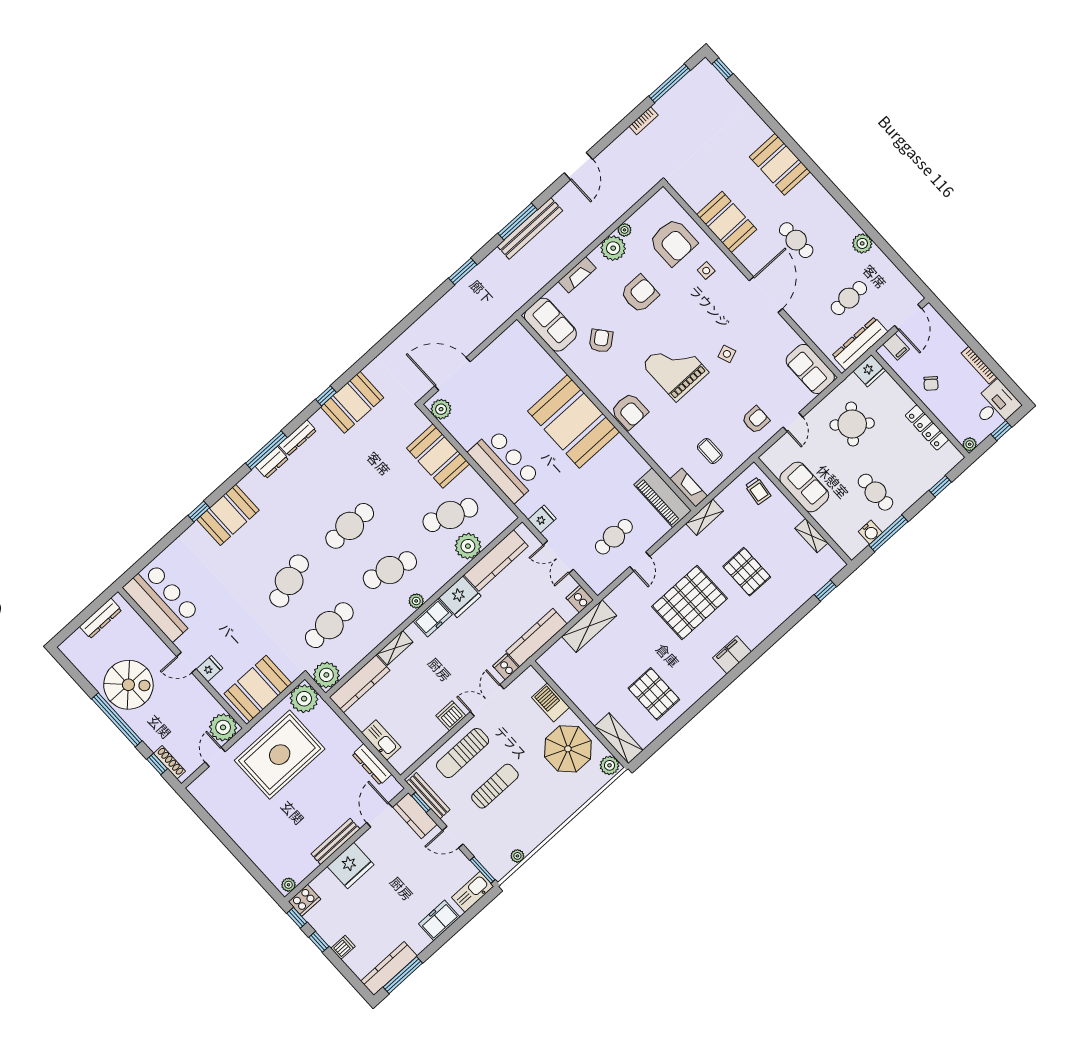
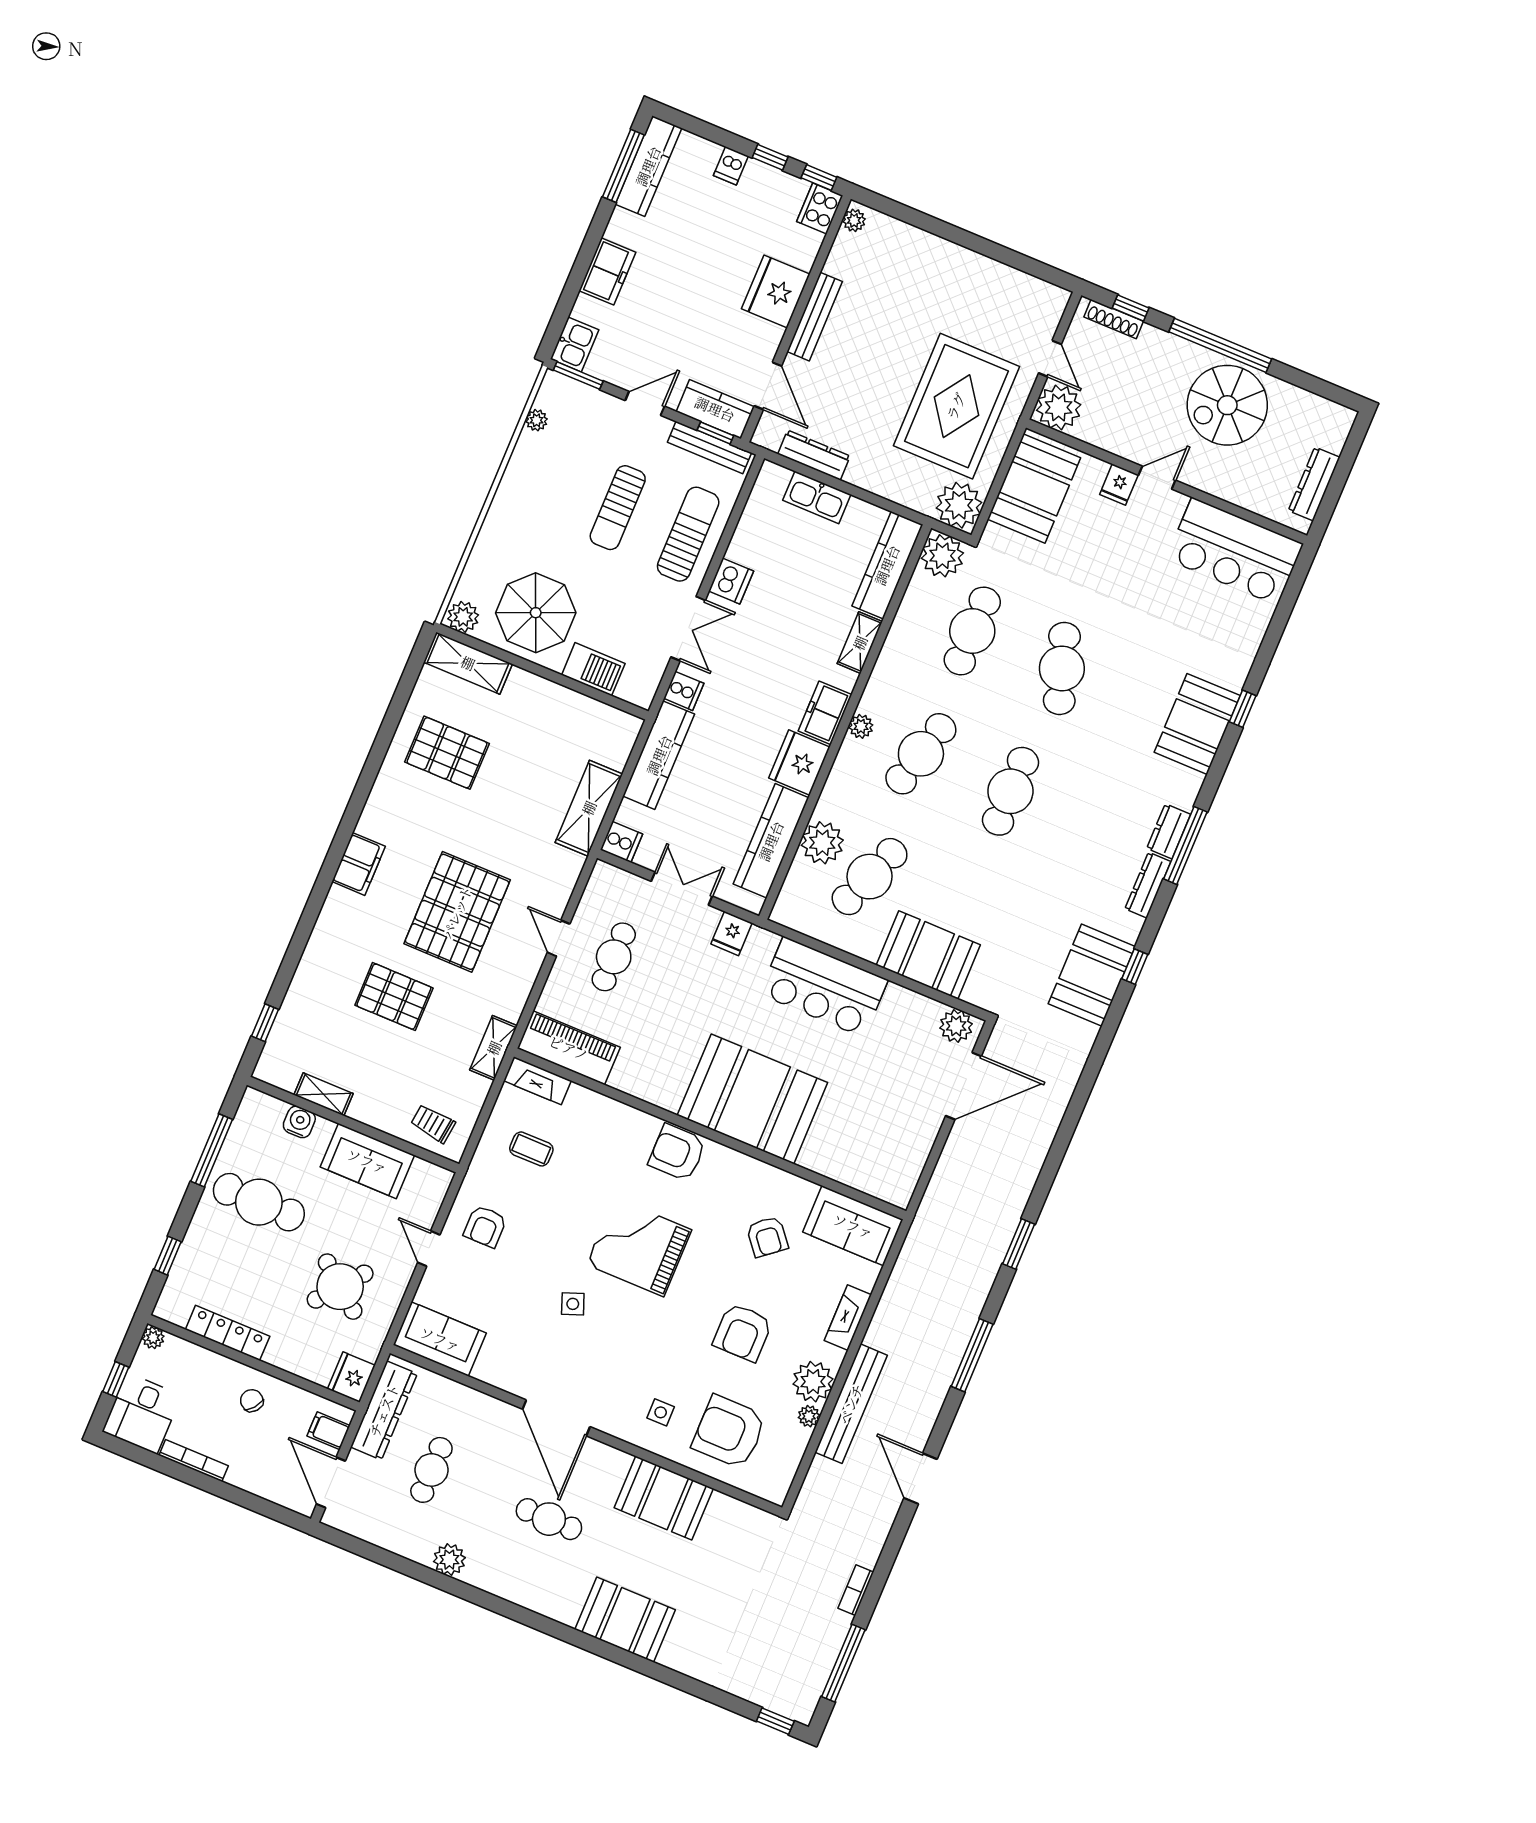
bench: (530, 228) -> (851, 1404), moved
grand piano: (675, 368) -> (639, 1247), turned 180
cafe table: (875, 492) -> (259, 1202), width x1.37, depth x1.35
water cooler: (870, 532) -> (299, 1122), moved, turned 90
kitchen sink: (473, 892) -> (575, 344), width x0.73

